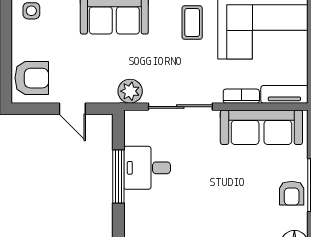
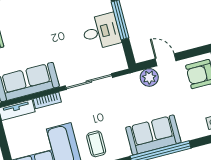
plant: (130, 91) -> (149, 77), moved

